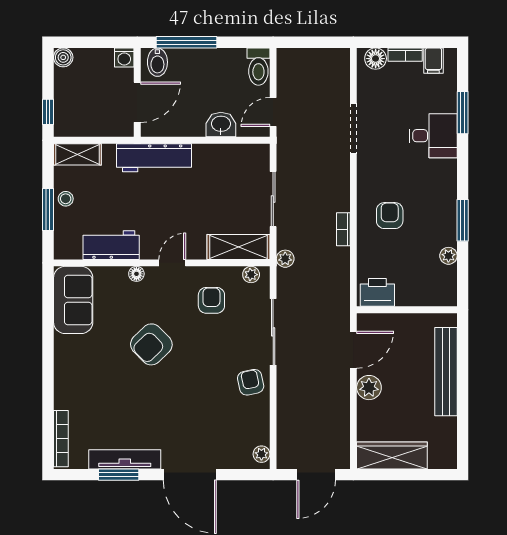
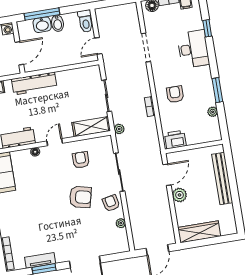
bidet: (157, 62) -> (57, 23), moved
window: (463, 113) -> (207, 28), width x0.67
washbasin: (221, 125) -> (42, 25), moved, turned 180
desk: (433, 136) -> (193, 49), width x1.37
plant: (251, 275) -> (101, 141), removed
armchair: (151, 344) -> (80, 197), moved, turned -123
plant: (261, 454) -> (121, 223), moved
tv unit: (125, 459) -> (40, 260), width x0.71

